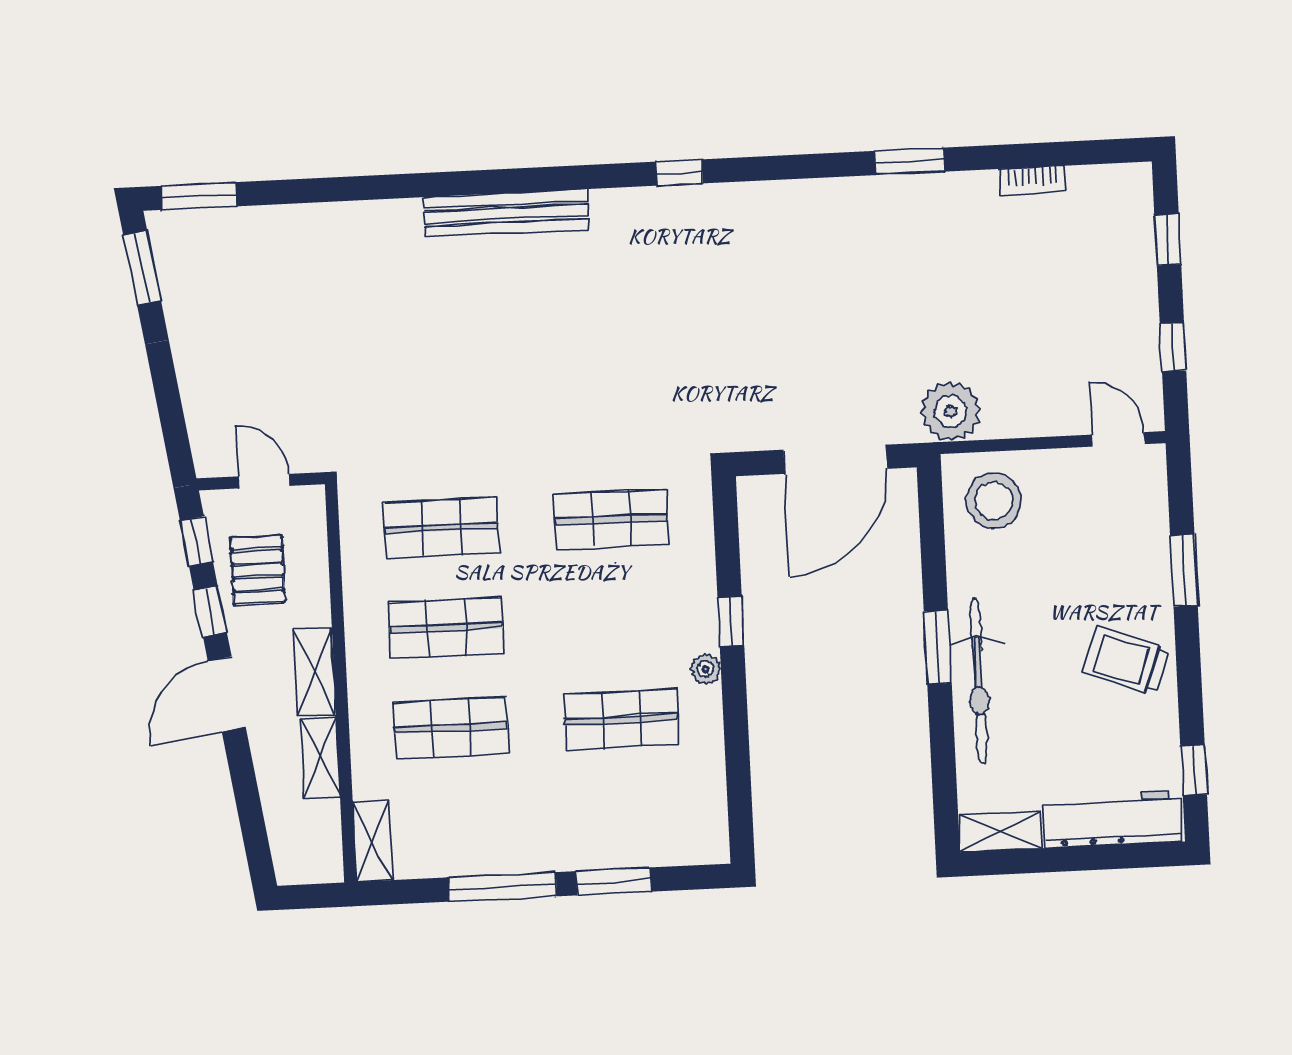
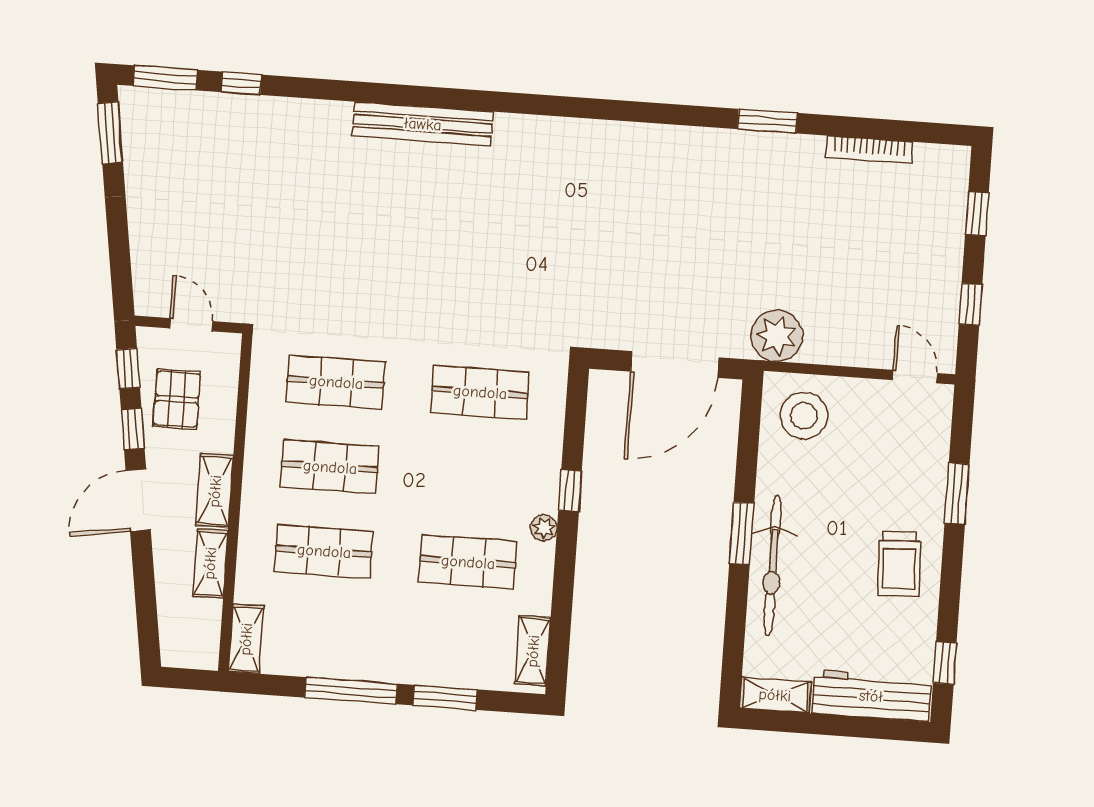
window: (679, 173) -> (241, 83), moved
bookcase: (1033, 180) -> (869, 150), width x1.56
trolley: (1126, 661) -> (899, 564), turned -113
shelving: (710, 814) -> (533, 651), added

